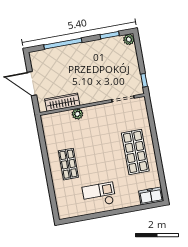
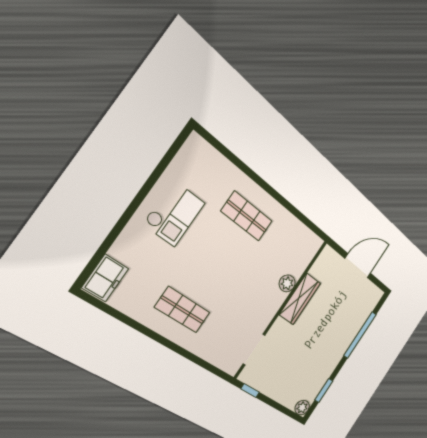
wardrobe: (62, 102) -> (300, 299), moved
shop shelf: (135, 152) -> (183, 310), width x0.70, depth x0.74

